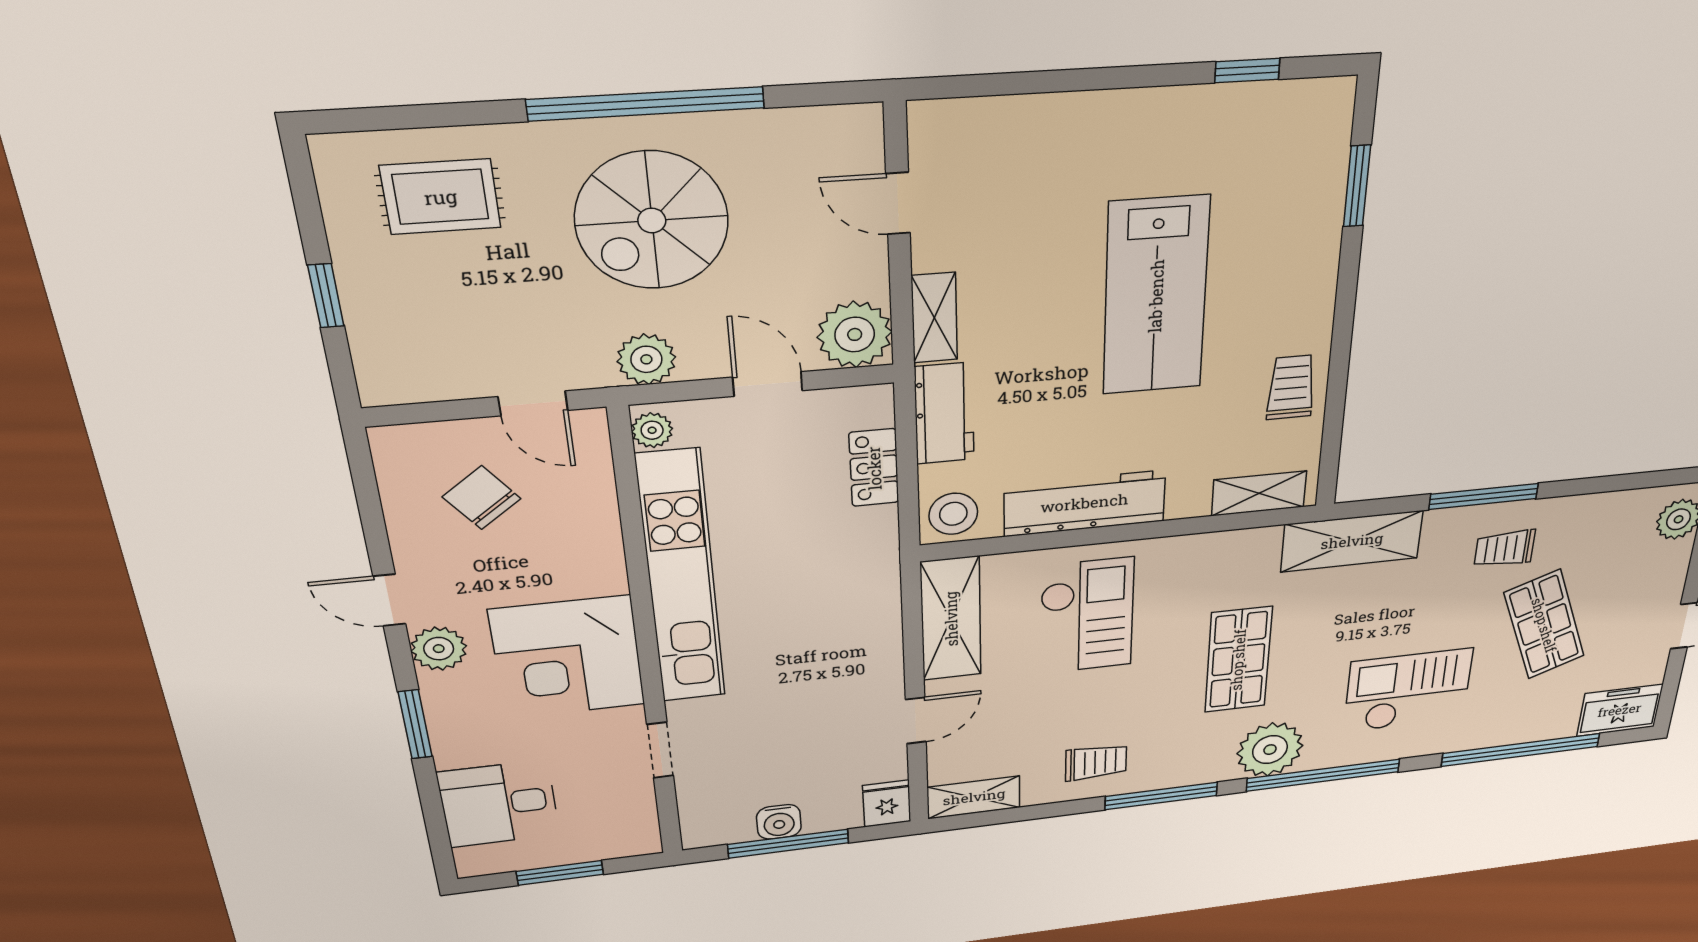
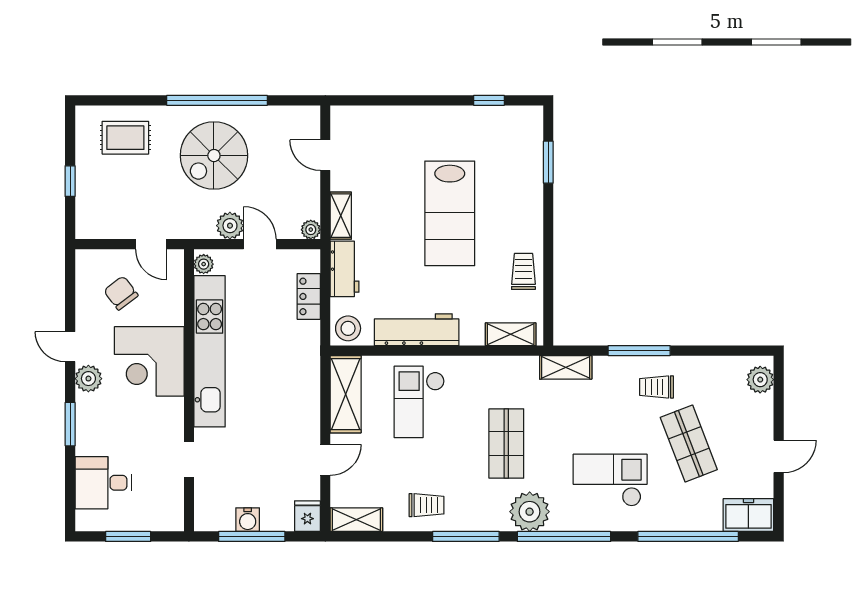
plant: (855, 334) -> (311, 230), width x0.53, depth x0.53
plant: (646, 359) -> (230, 226), moved
shelving: (1352, 541) -> (566, 367), width x0.67, depth x0.75
checkout: (1087, 616) -> (419, 402), turned 180
corner desk: (568, 658) -> (149, 361), moved

